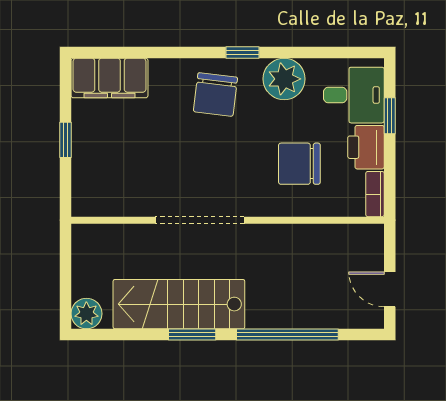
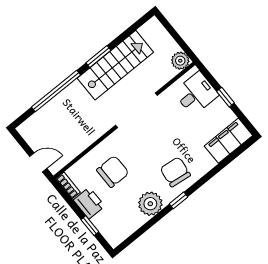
desk: (354, 95) -> (196, 94), moved, turned 180
door: (390, 289) -> (38, 162), moved
plant: (86, 314) -> (180, 61), moved

